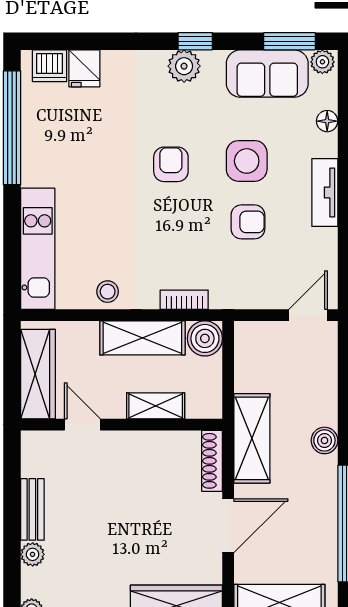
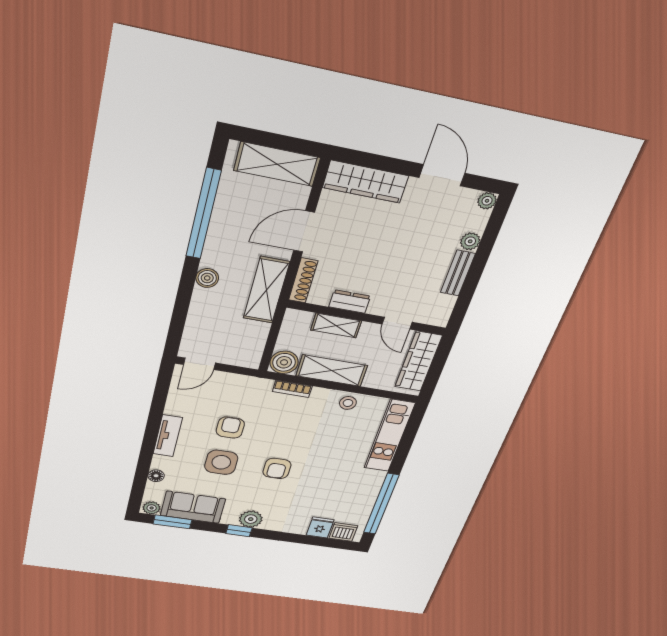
armchair: (248, 222) -> (230, 428), turned 90
dresser: (149, 443) -> (350, 302), added

